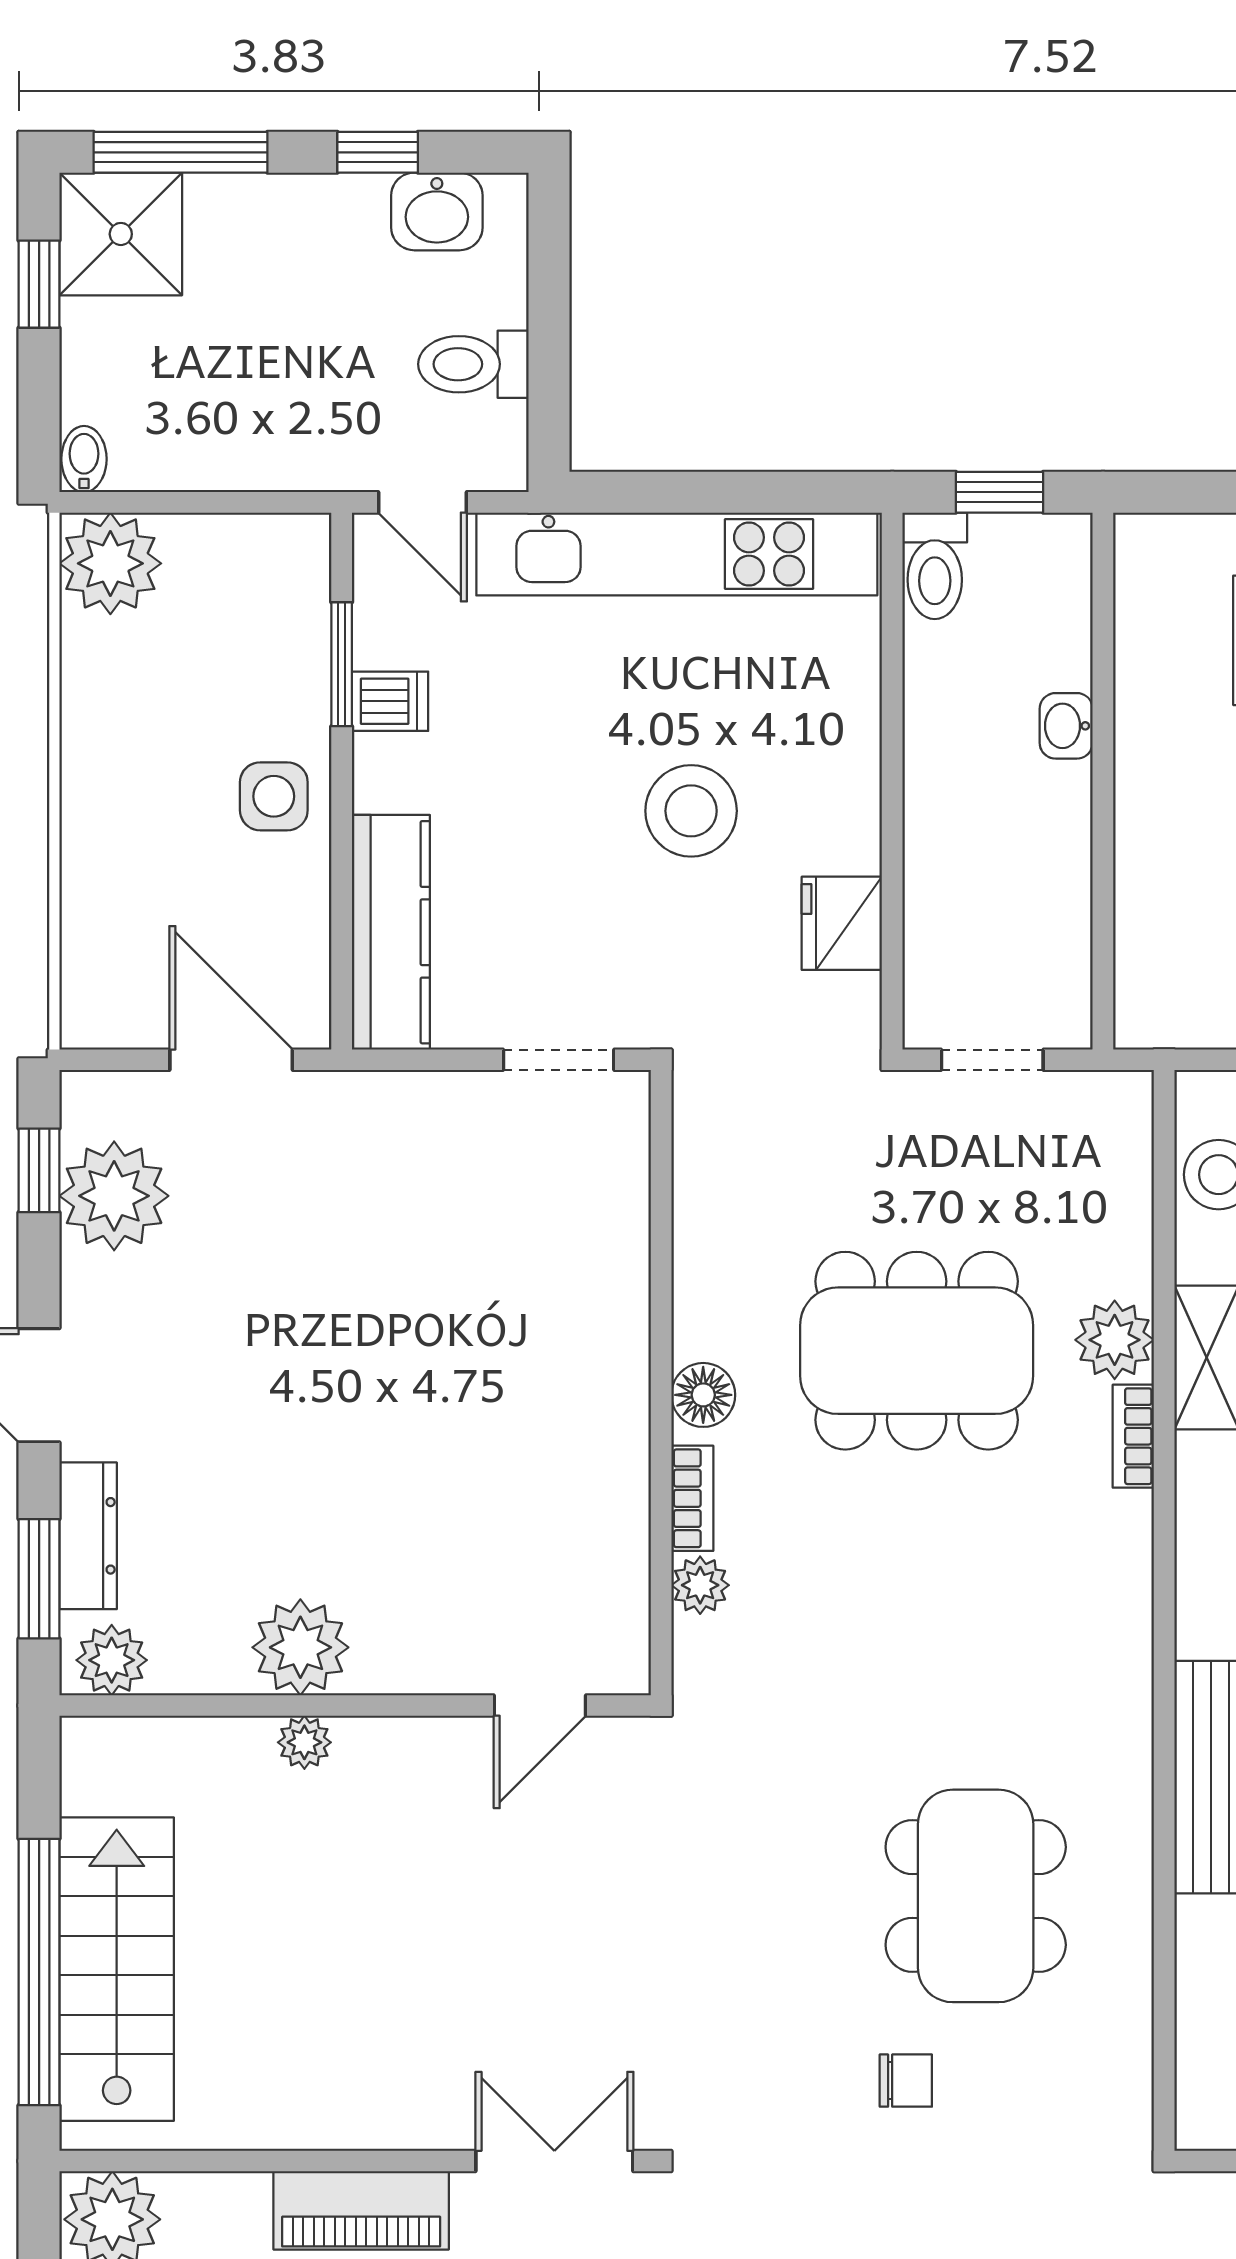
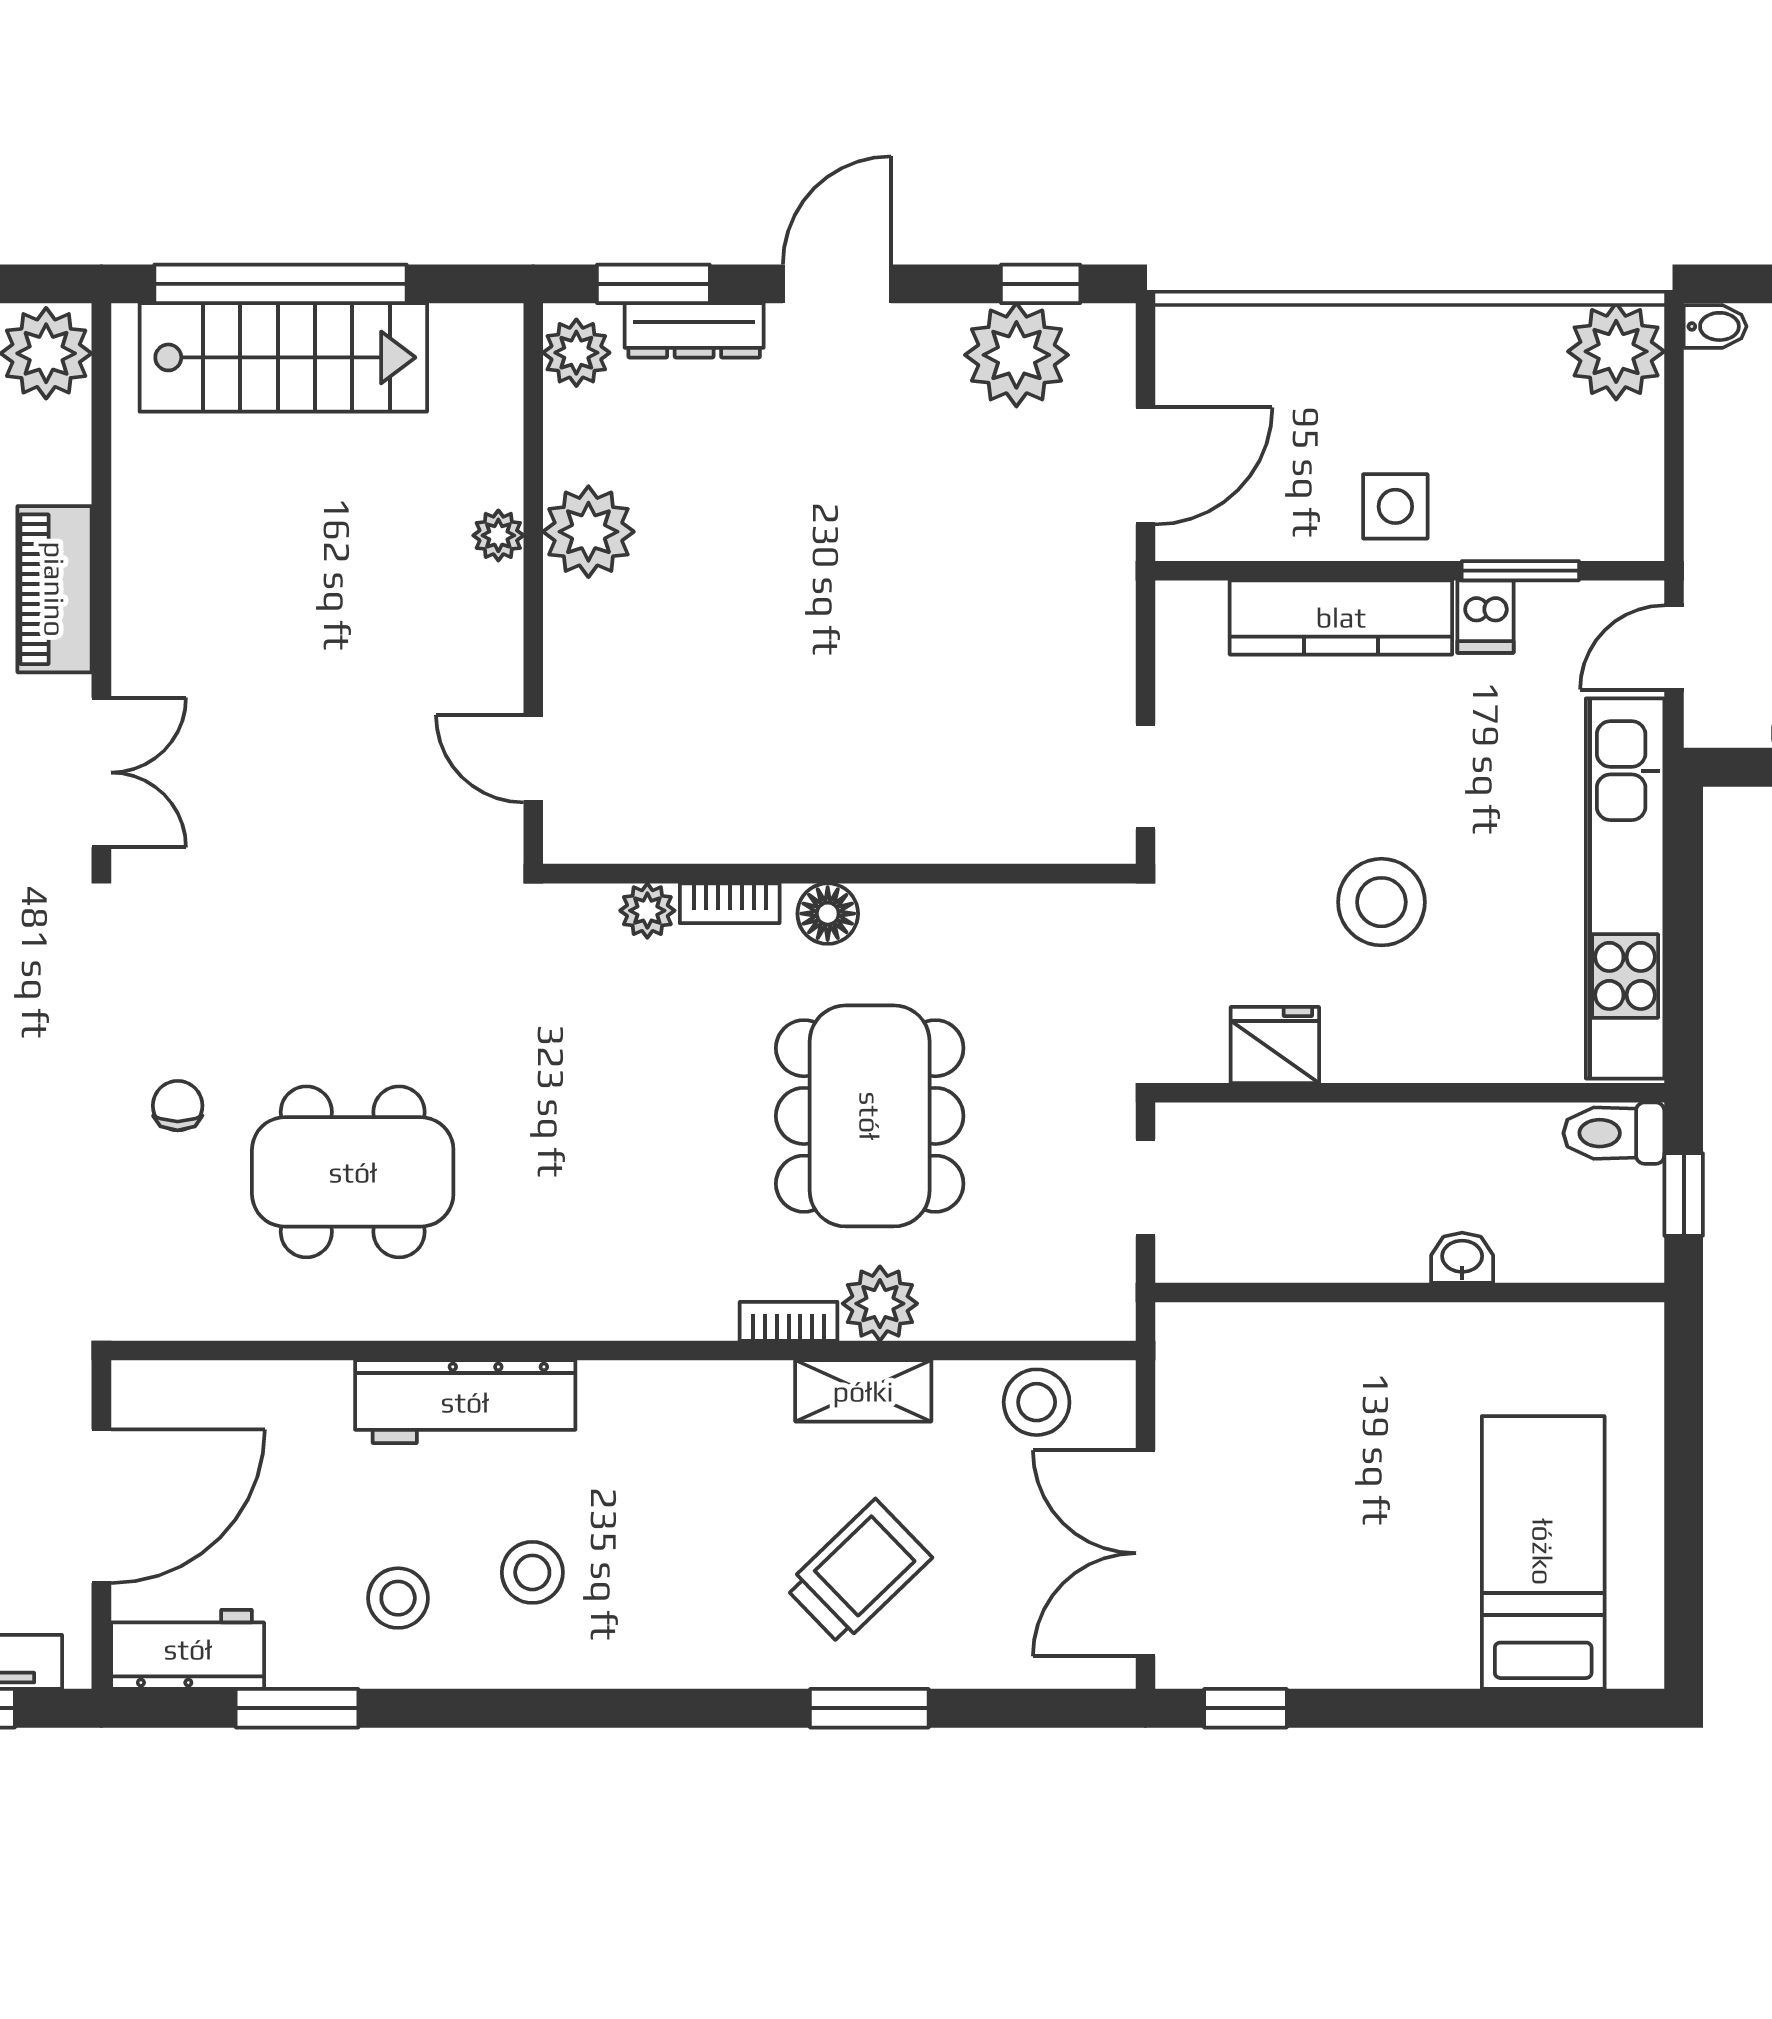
kitchen counter: (391, 932) -> (1341, 617), moved
chair: (906, 2081) -> (178, 1106), turned 180

